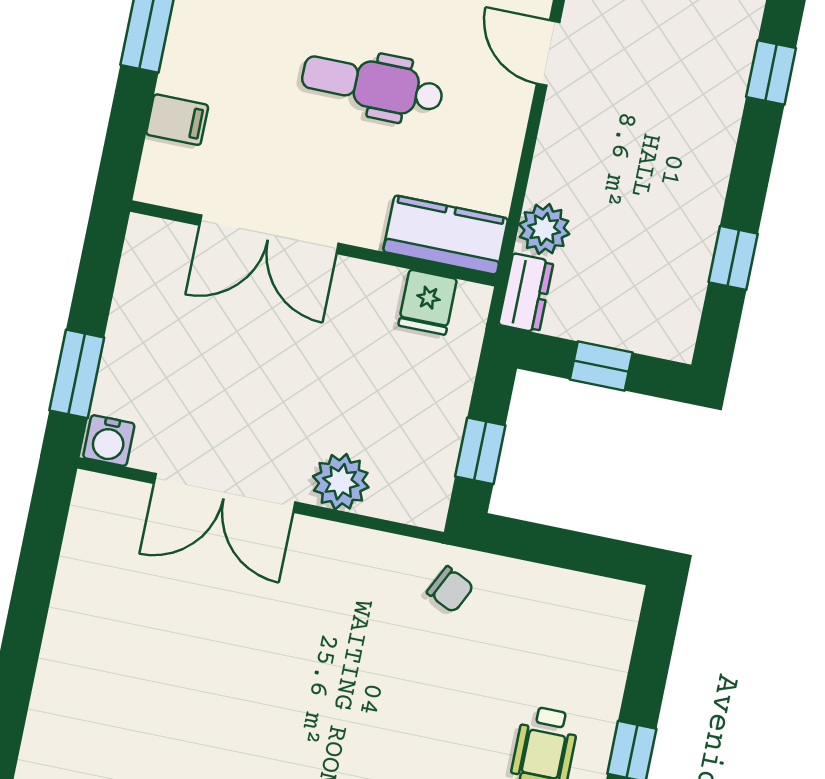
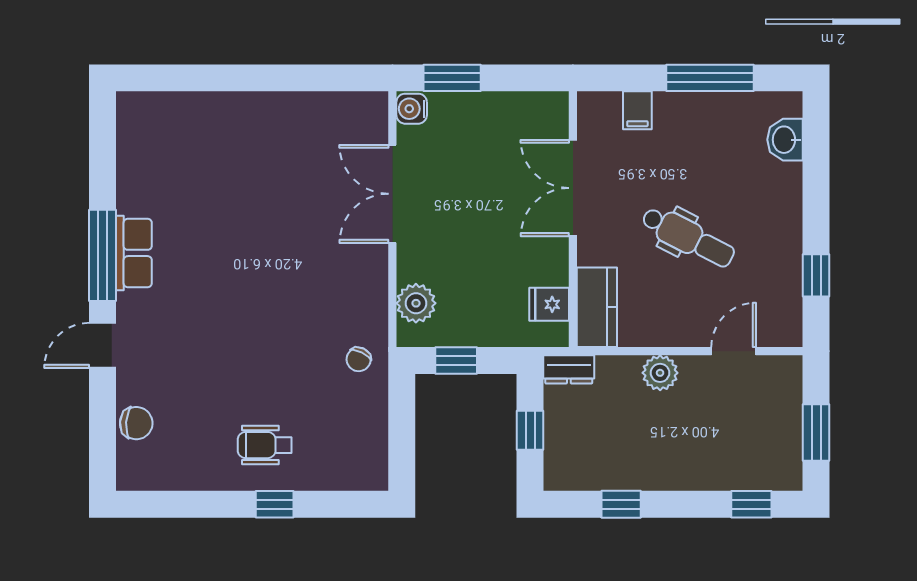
dental chair: (372, 85) -> (688, 237), turned 117
plant: (544, 229) -> (660, 373), moved
plant: (341, 482) -> (416, 303), moved

